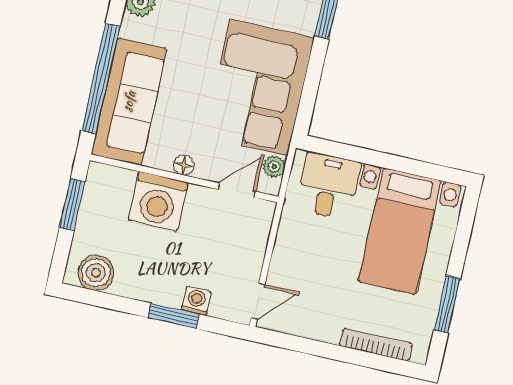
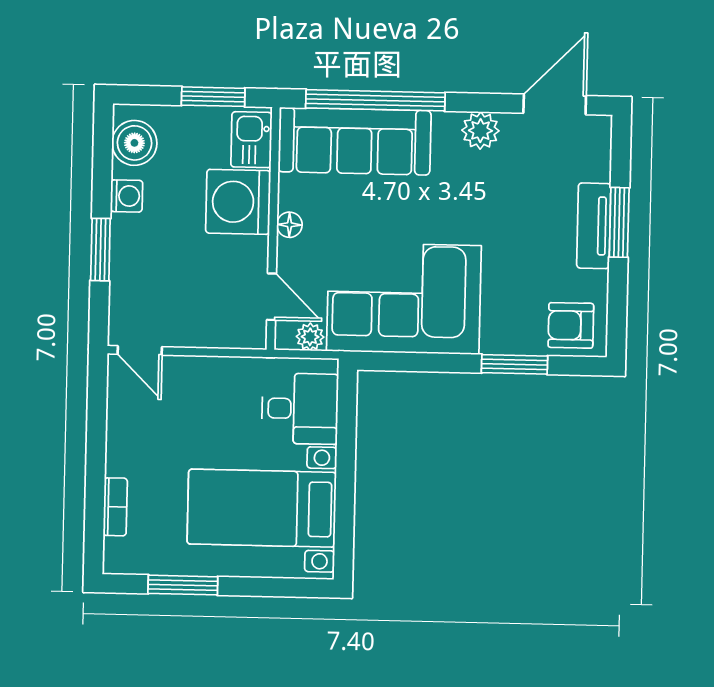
kitchen sink: (112, 181) -> (251, 140), added
washing machine: (196, 301) -> (127, 196), moved
bookcase: (376, 345) -> (115, 507), width x0.64

